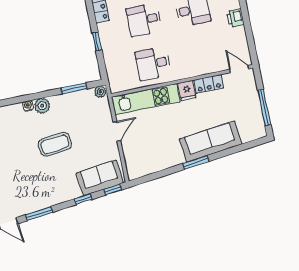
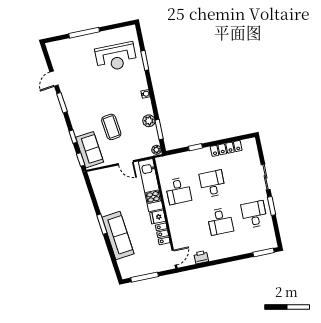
printer: (235, 18) -> (201, 257), moved
desk: (153, 64) -> (178, 191), turned 180
plant: (42, 106) -> (149, 121), moved
coffee table: (55, 144) -> (111, 127), moved

